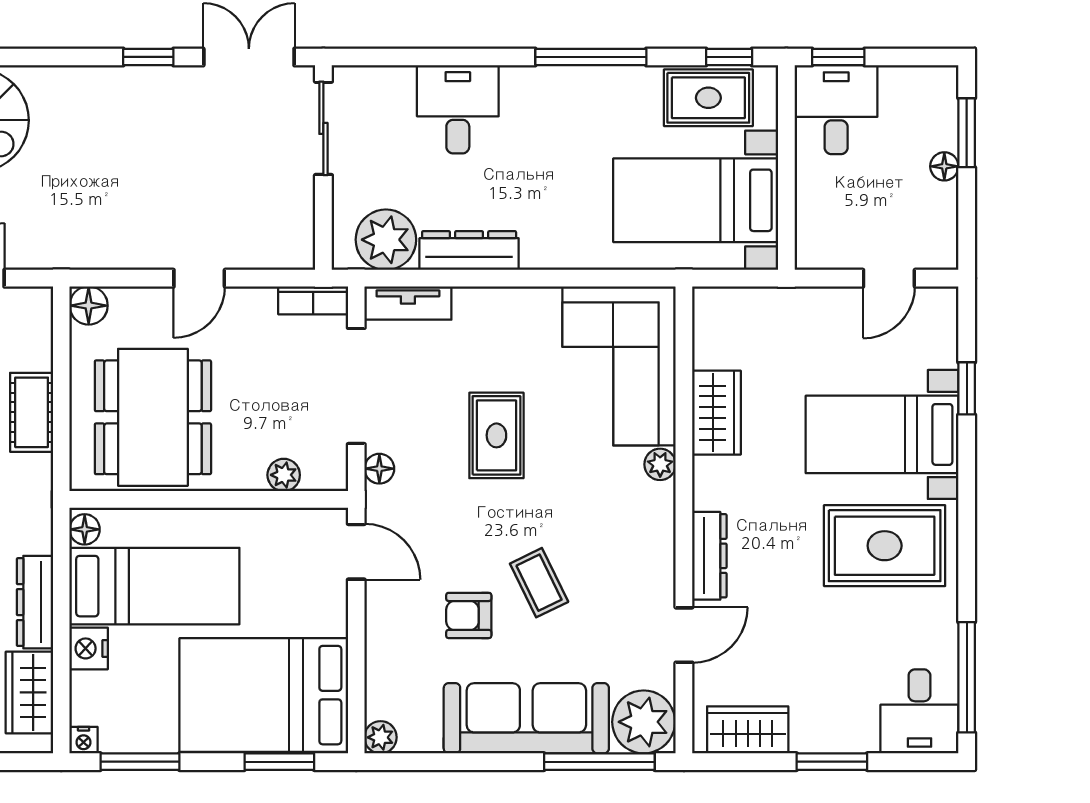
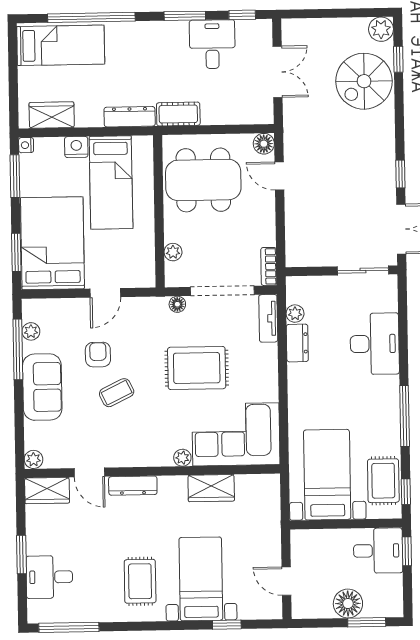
desk: (458, 109) -> (375, 344), width x1.37
floor lamp: (944, 166) -> (348, 604), width x1.89, depth x1.89
plant: (386, 240) -> (295, 314), width x0.53, depth x0.53
dresser: (469, 251) -> (297, 343), width x0.70
door: (199, 278) -> (279, 176), moved
cot: (32, 412) -> (178, 114), moved
rug: (496, 435) -> (197, 368), width x1.36, depth x1.43
floor lamp: (85, 529) -> (141, 144), removed
rug: (885, 546) -> (140, 581), width x0.73, depth x0.70
door: (356, 552) -> (105, 293), moved
dresser: (35, 602) -> (130, 117), moved
desk: (919, 711) -> (49, 577), moved
sofa: (526, 718) -> (42, 387), width x0.73
plant: (644, 722) -> (34, 459), width x0.53, depth x0.53
wardrobe: (748, 730) -> (47, 491), moved, turned 90
plant: (381, 737) -> (31, 331), moved
window: (599, 762) -> (18, 349), moved

